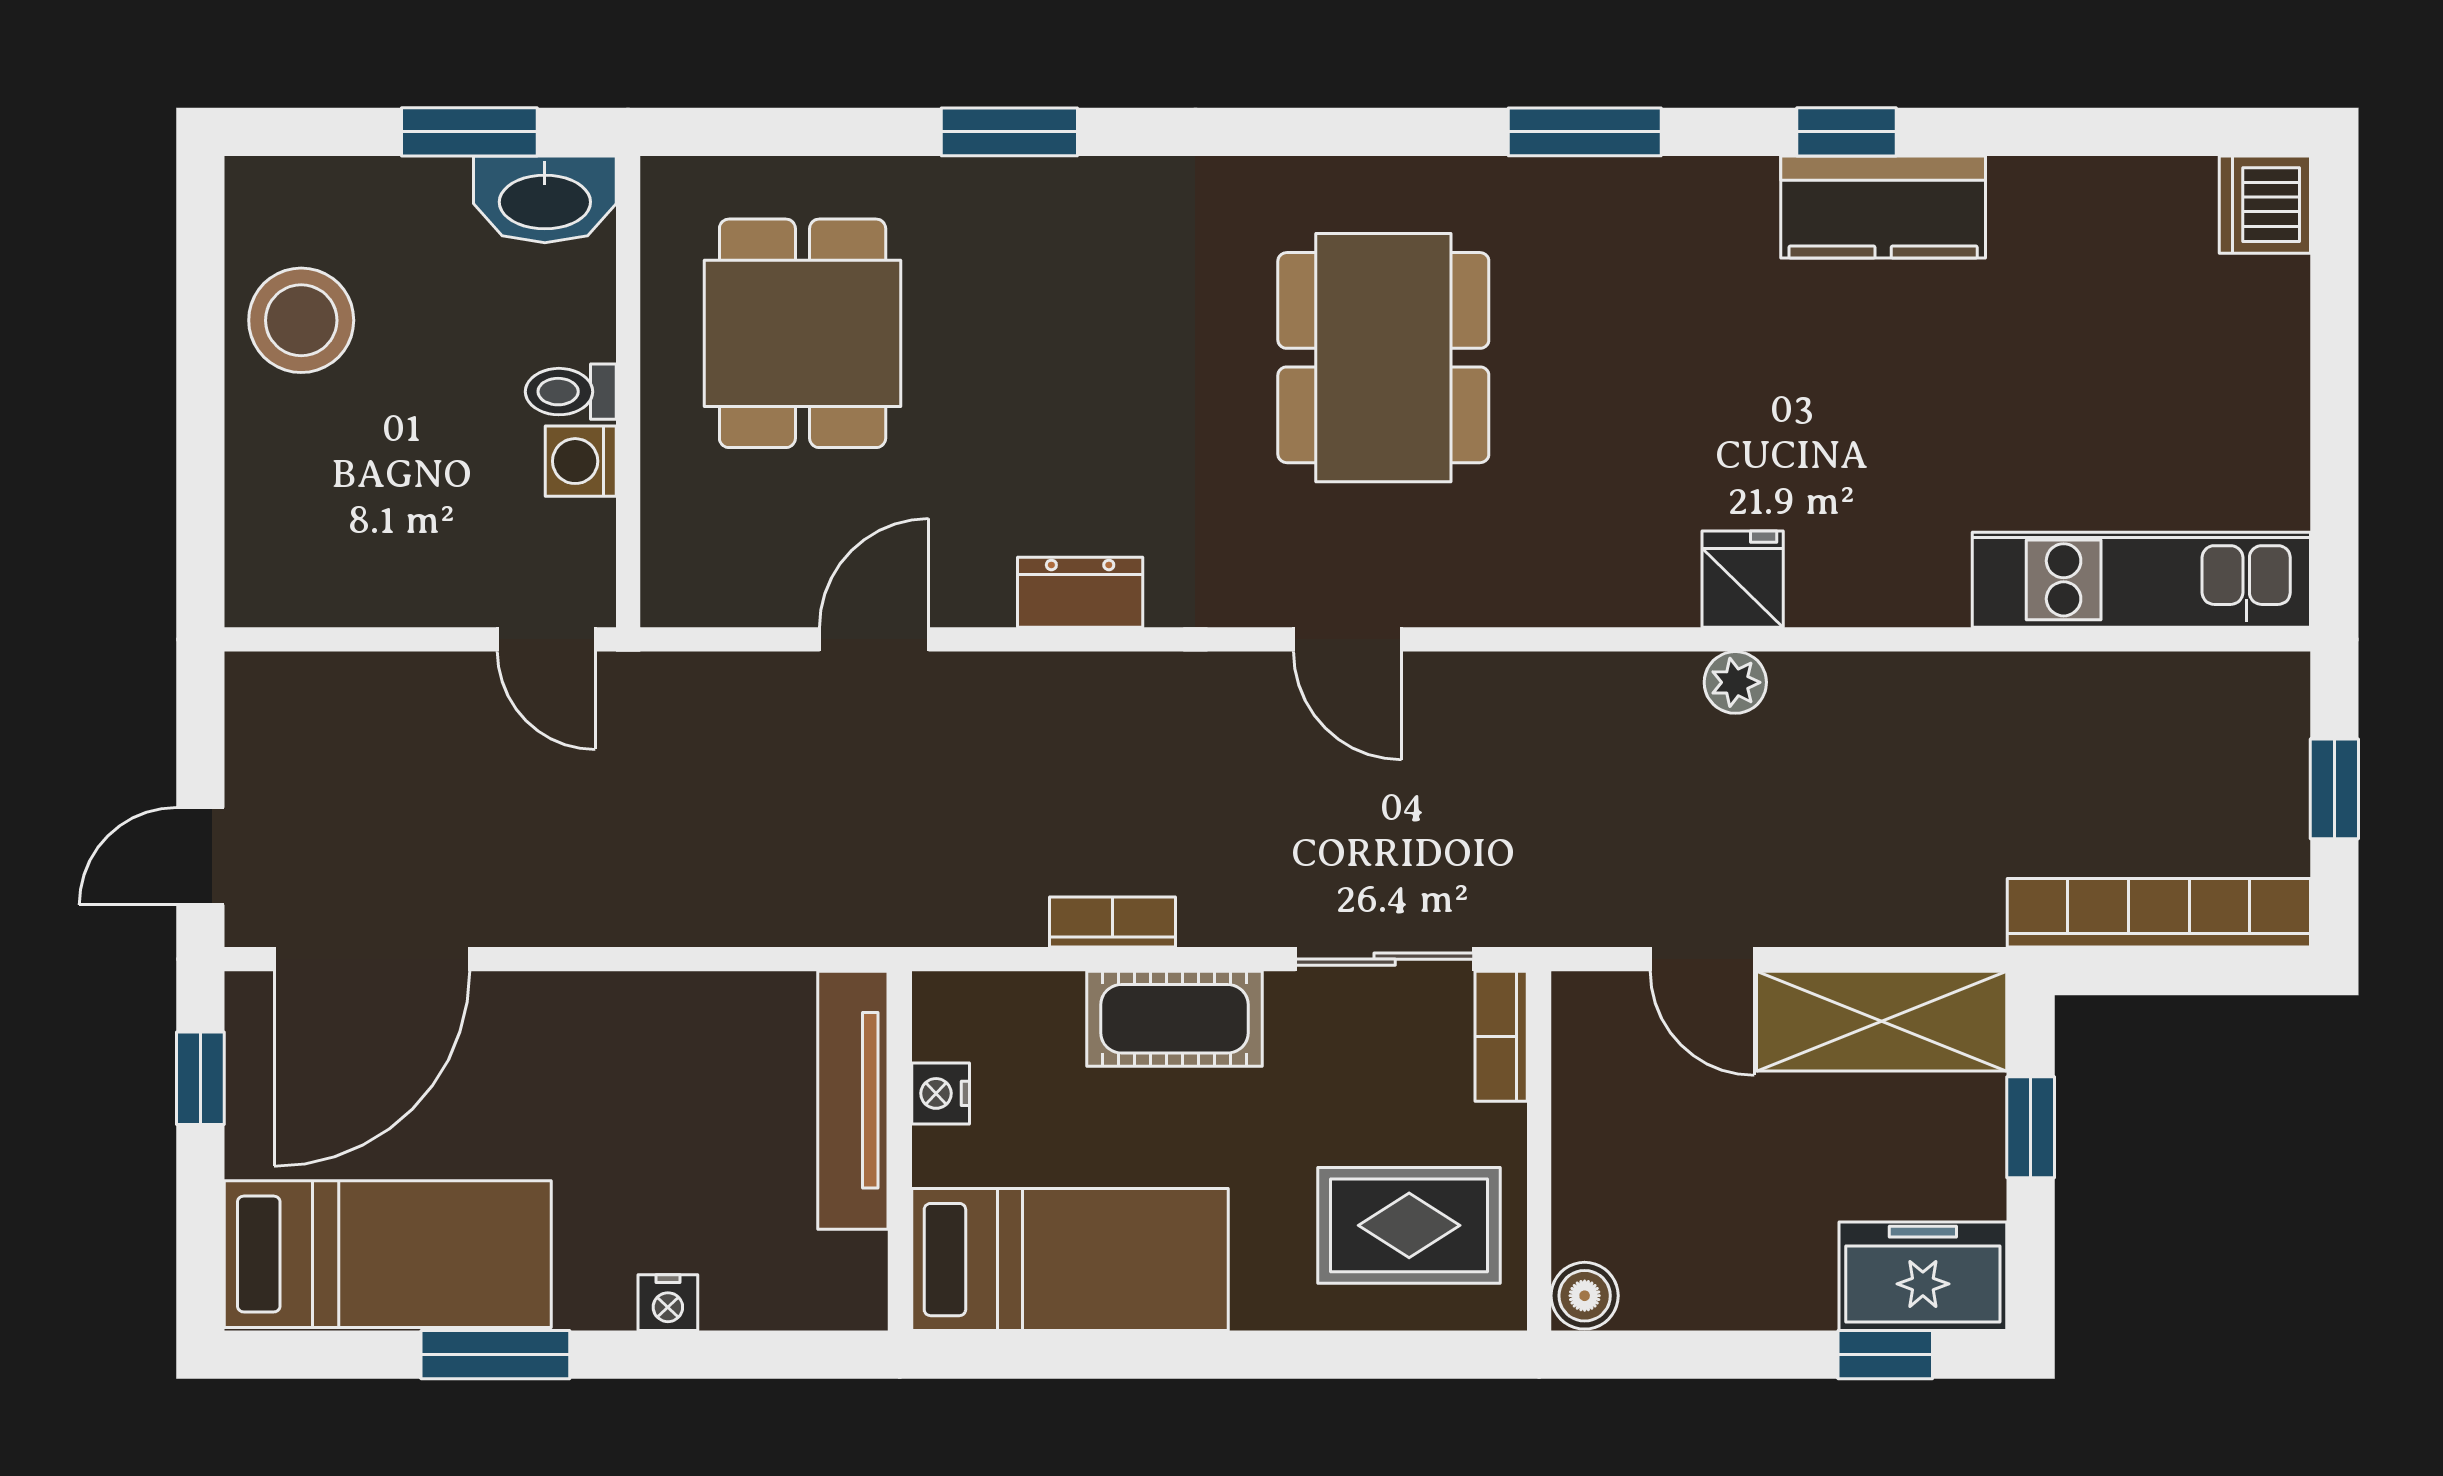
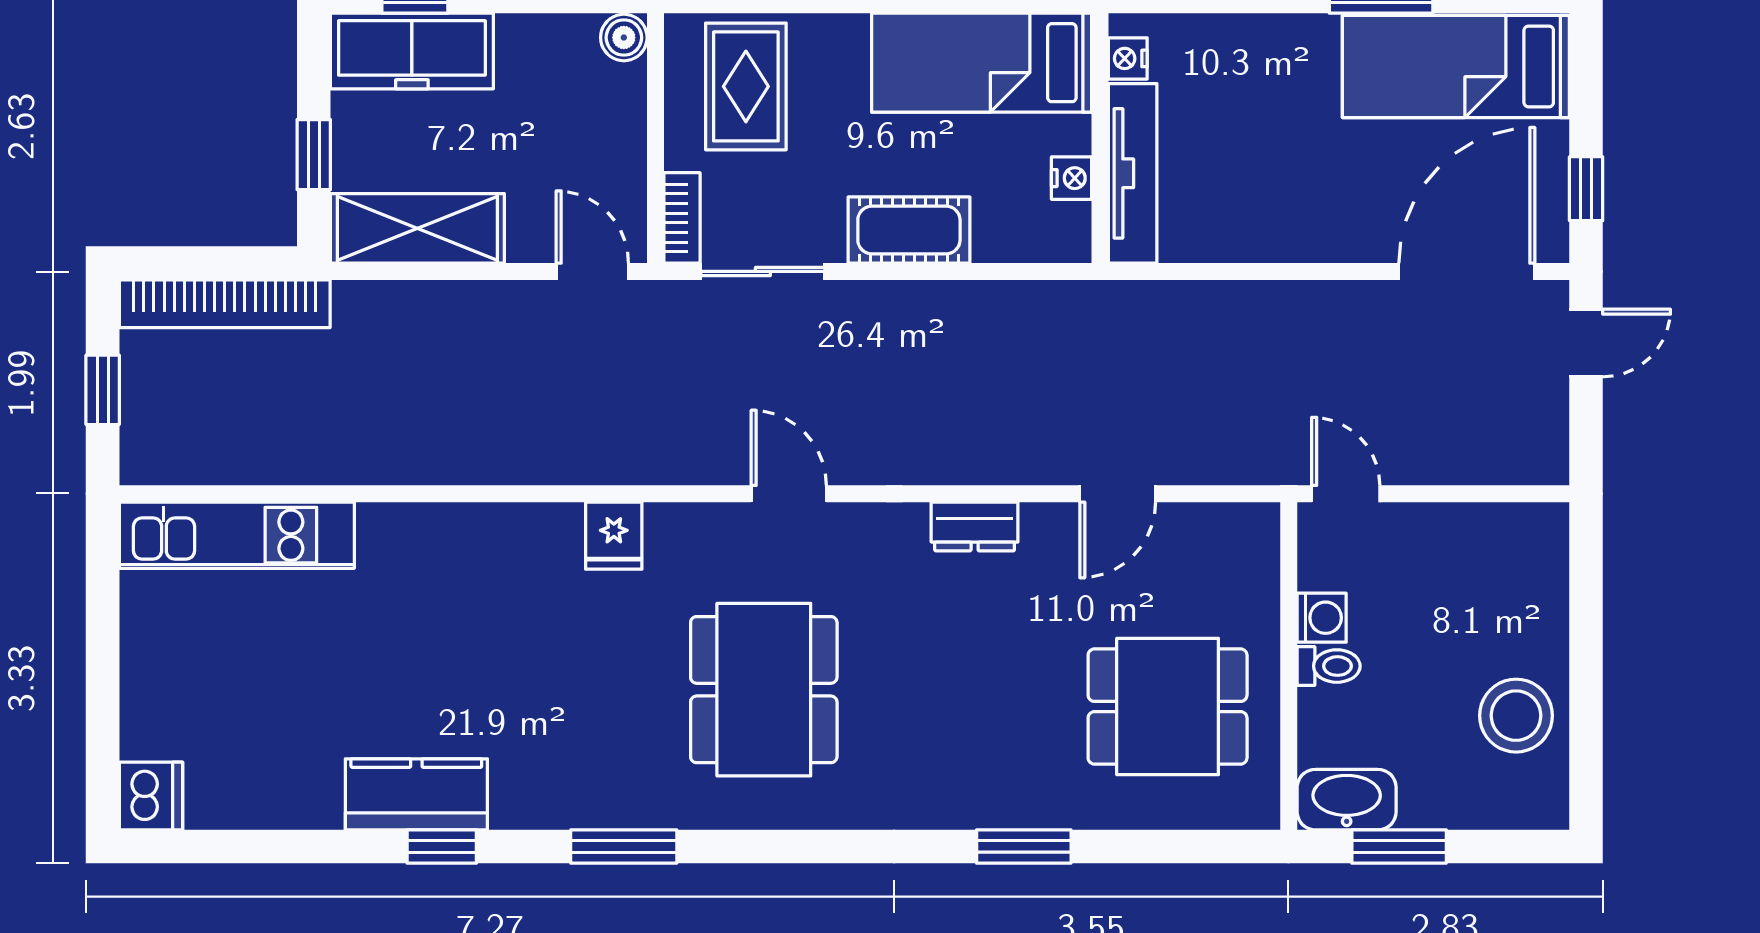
dining table: (803, 333) -> (1168, 707), turned 90
fridge: (1743, 579) -> (614, 536), moved
plant: (1735, 682) -> (519, 464), removed
bookcase: (1113, 922) -> (952, 297), removed
door: (1702, 959) -> (592, 271), moved
rug: (1409, 1225) -> (746, 86), turned 90
freezer: (1923, 1276) -> (412, 51), width x1.40
nightstand: (668, 1303) -> (1128, 58), moved, turned -90

